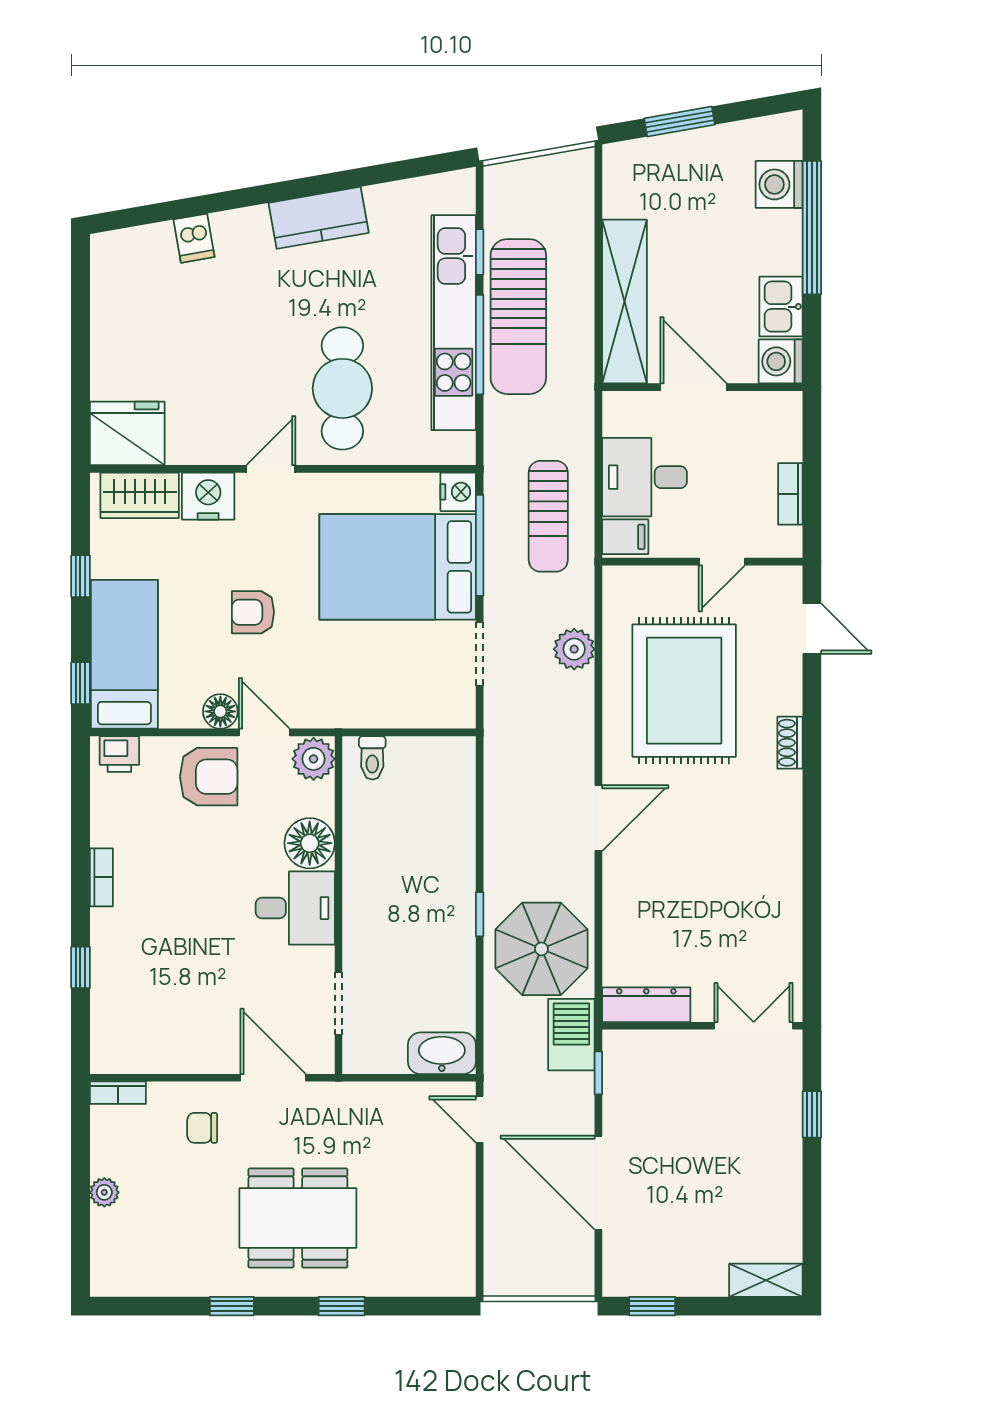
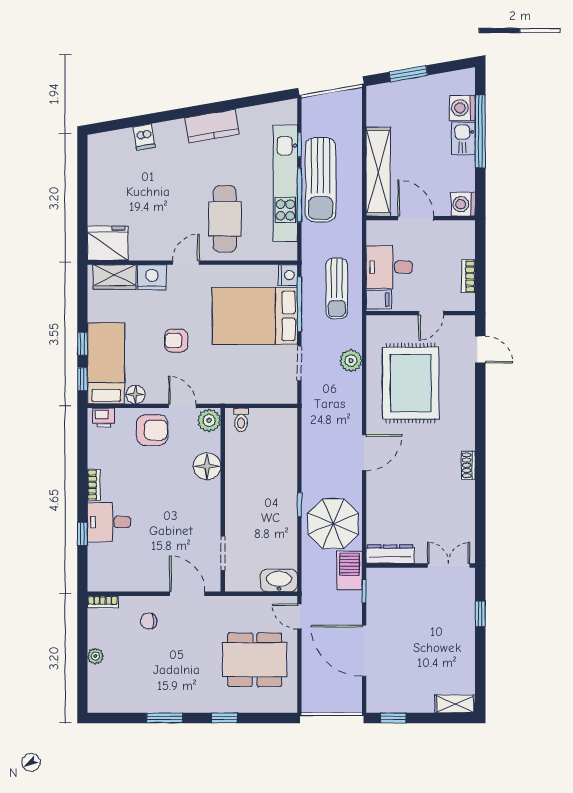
kitchen sink: (781, 307) -> (463, 138), moved
window: (80, 576) -> (82, 344), moved
floor lamp: (220, 711) -> (136, 395), moved
shoe rack: (790, 743) -> (468, 465), moved
desk: (295, 908) -> (109, 522), moved, turned 180
dining table: (298, 1218) -> (255, 660), moved
window: (232, 1306) -> (165, 718), width x1.50

